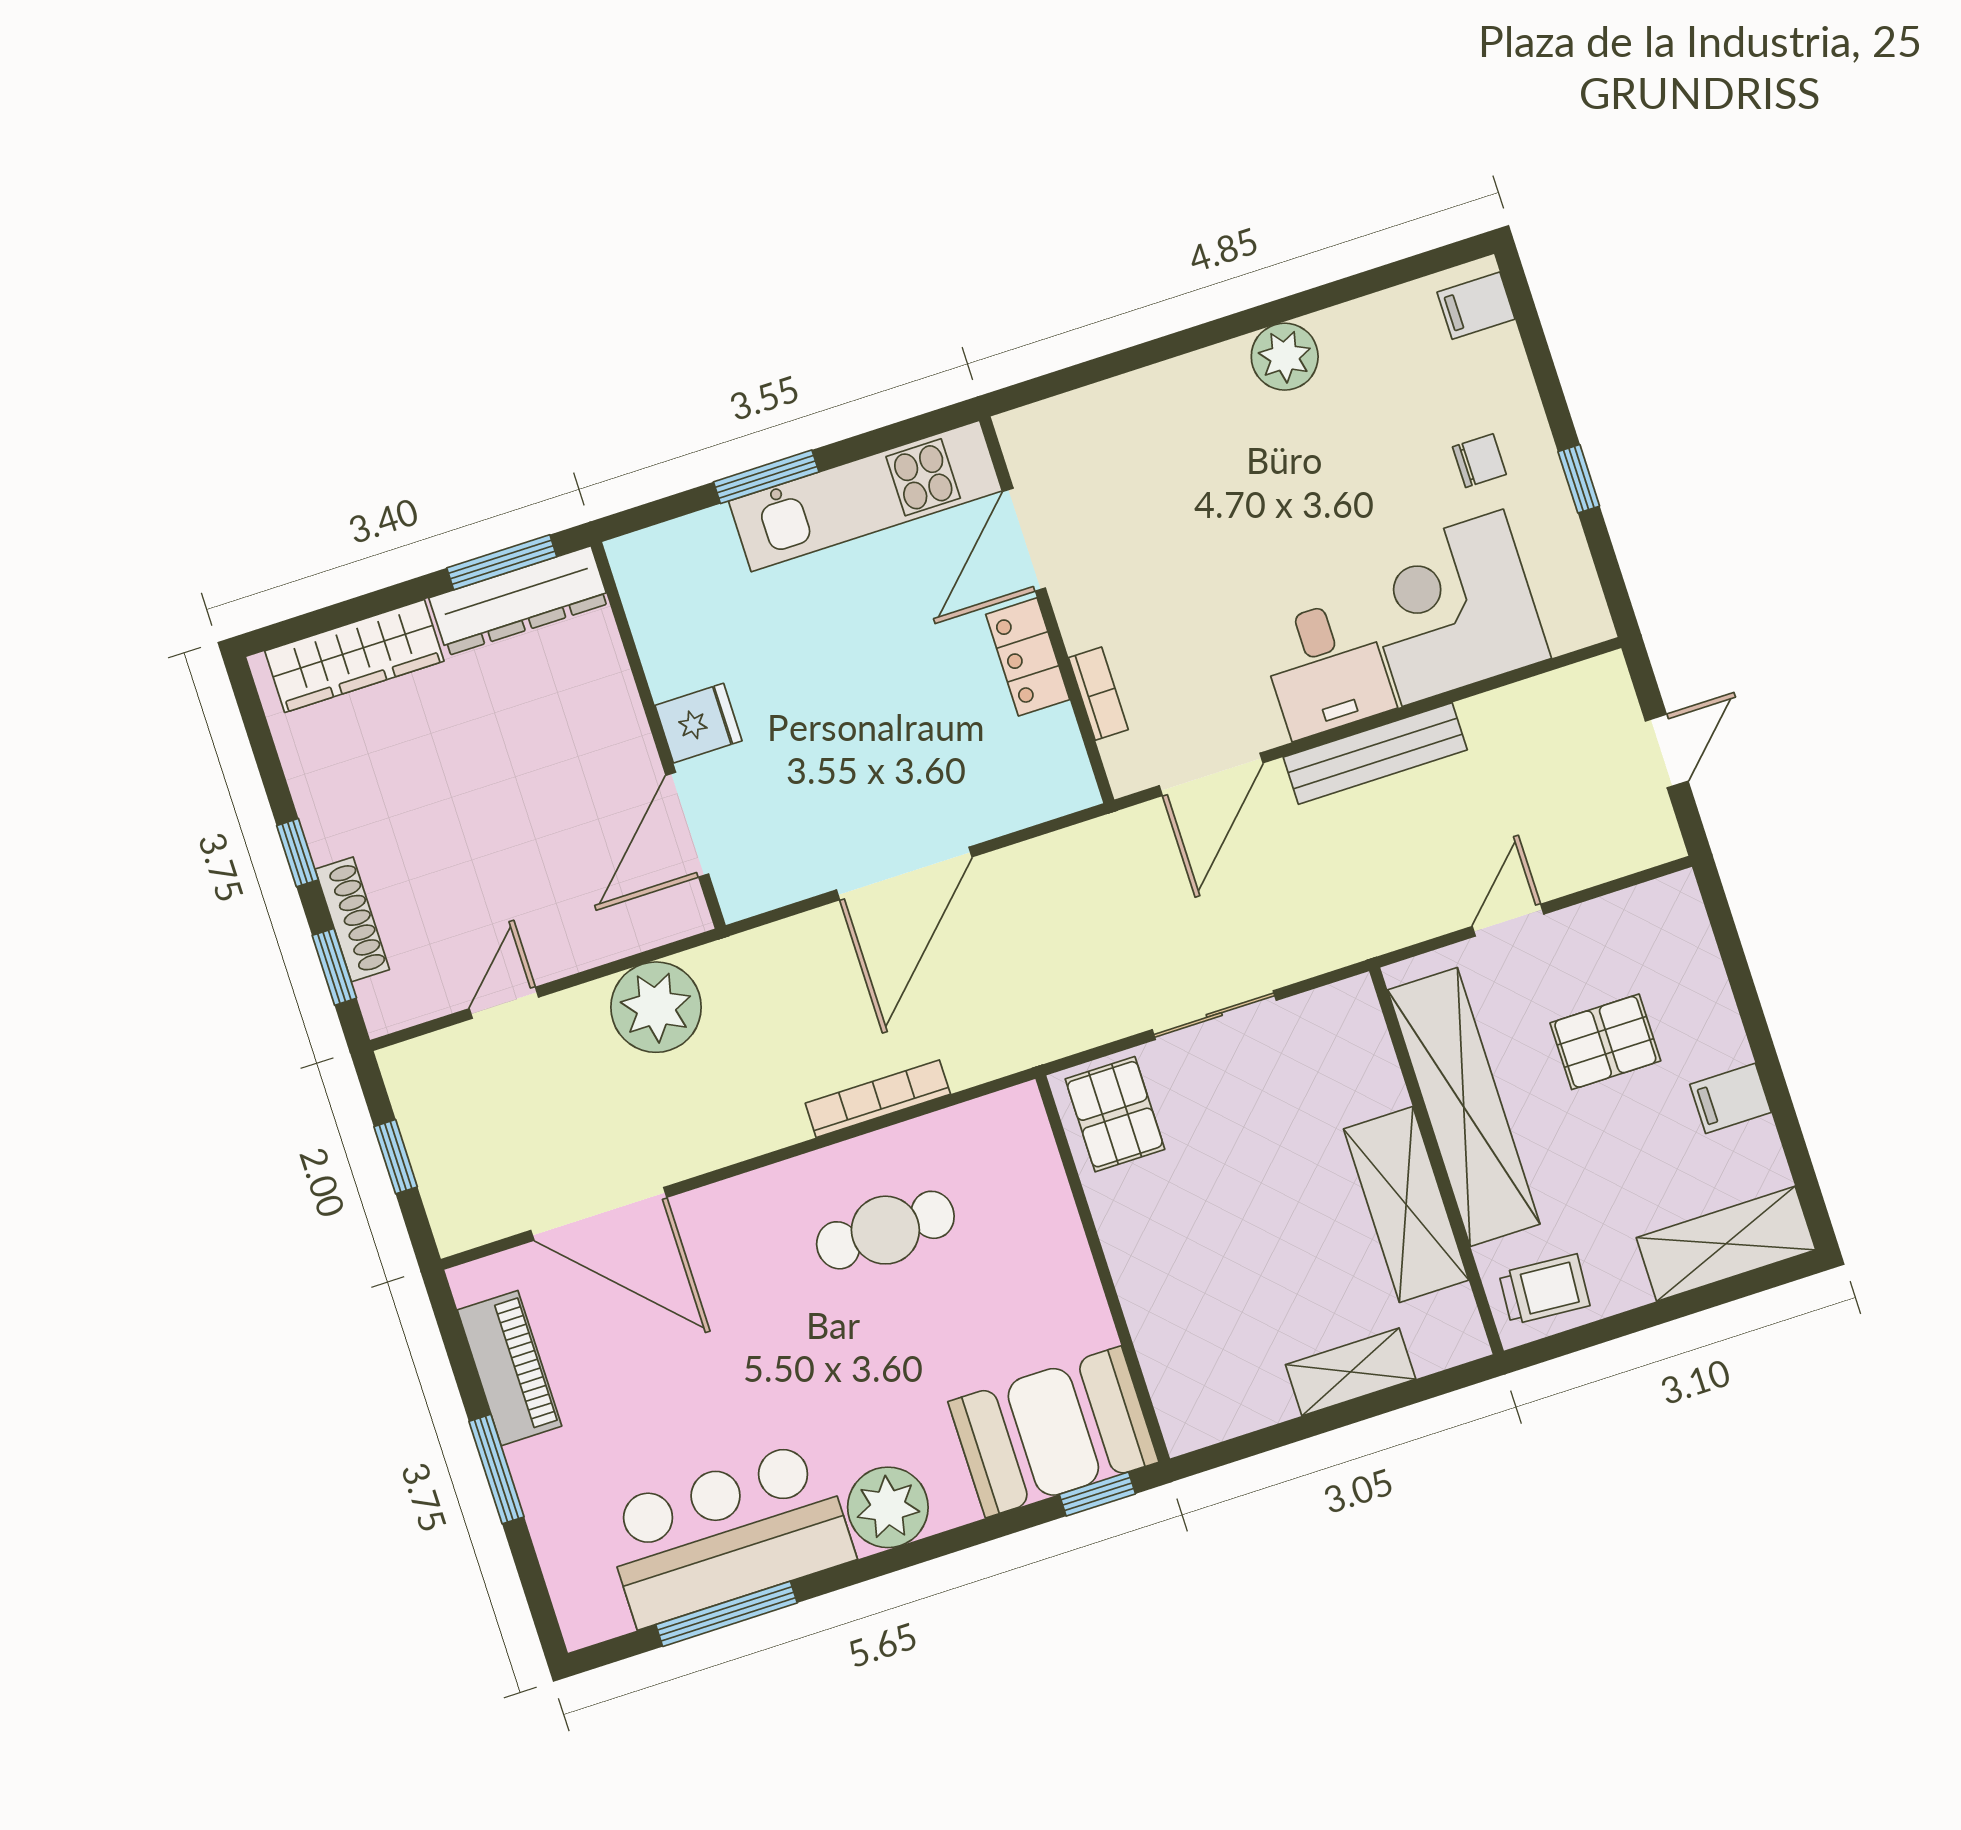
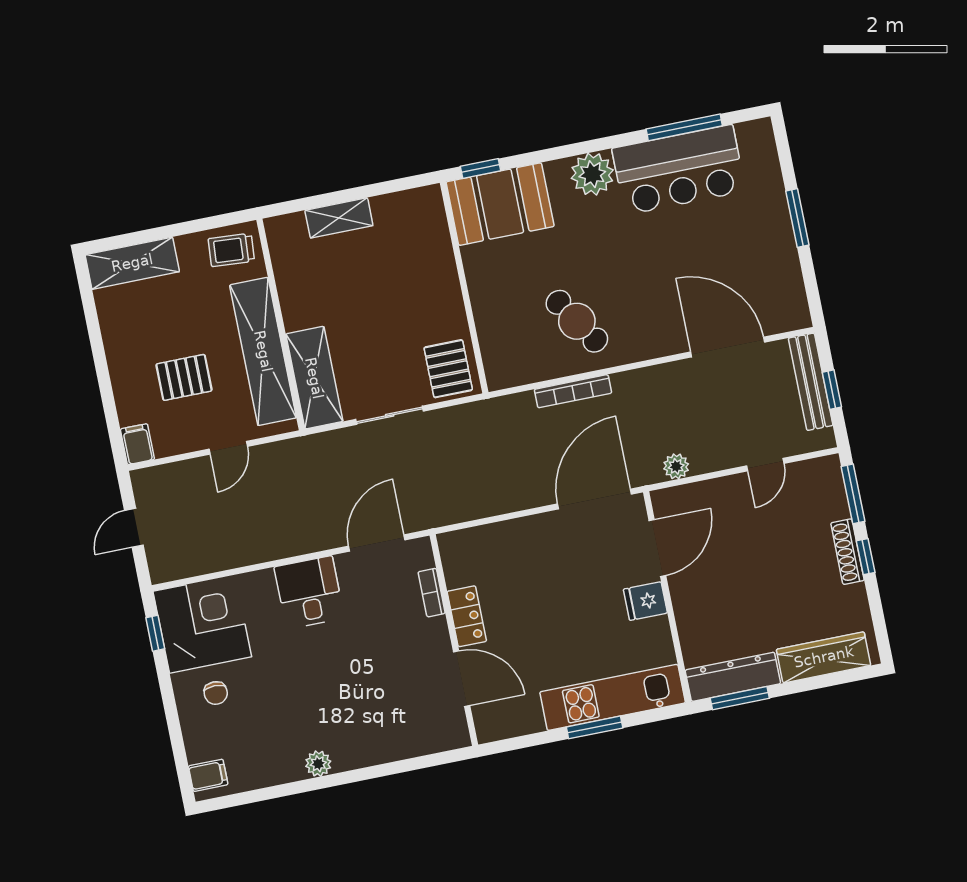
plant: (1285, 357) -> (318, 764), width x0.73, depth x0.73
chair: (1479, 461) -> (216, 693), turned -90
window: (1579, 479) -> (155, 633), moved
kitchen unit: (865, 496) -> (613, 697), moved
door: (1024, 540) -> (462, 679), hinge flipped
corner desk: (1453, 608) -> (202, 624), moved, turned -90
bench: (1375, 753) -> (811, 382), moved, turned 90
door: (904, 873) -> (594, 499), moved
shoe rack: (352, 919) -> (847, 552), moved
window: (334, 967) -> (853, 494), width x1.50
plant: (656, 1007) -> (676, 466), width x0.53, depth x0.53
filing cabinet: (1730, 1098) -> (137, 444), moved, turned -90
shelving: (1406, 1205) -> (314, 378), moved
cafe table: (885, 1230) -> (577, 321), turned 57
piano: (510, 1368) -> (784, 271), removed

